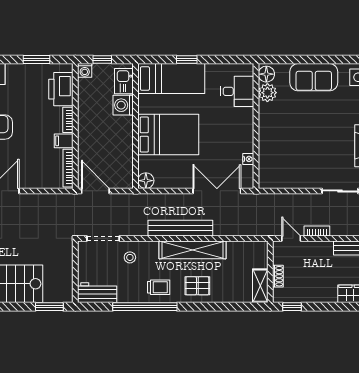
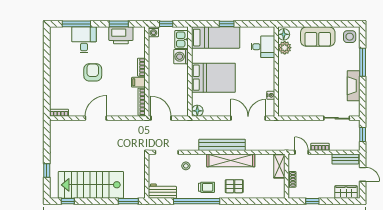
printer: (61, 89) -> (121, 35), moved, turned -90
shelving: (260, 286) -> (279, 166), moved
window: (292, 307) -> (312, 201), moved

